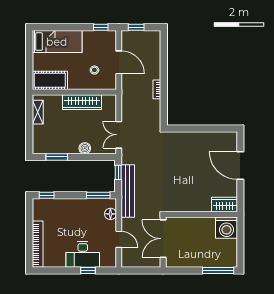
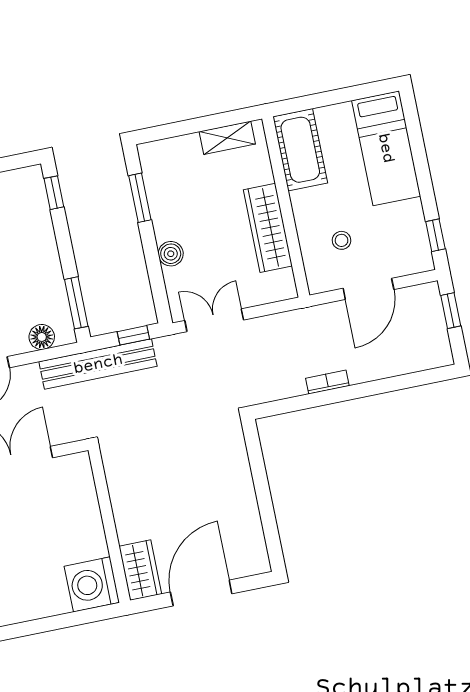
wardrobe: (225, 204) -> (140, 570), moved
wall: (201, 214) -> (109, 525), moved
washing machine: (227, 228) -> (92, 584), moved

